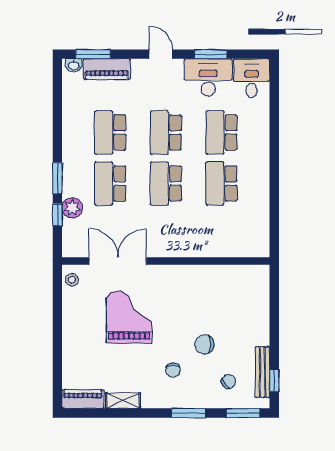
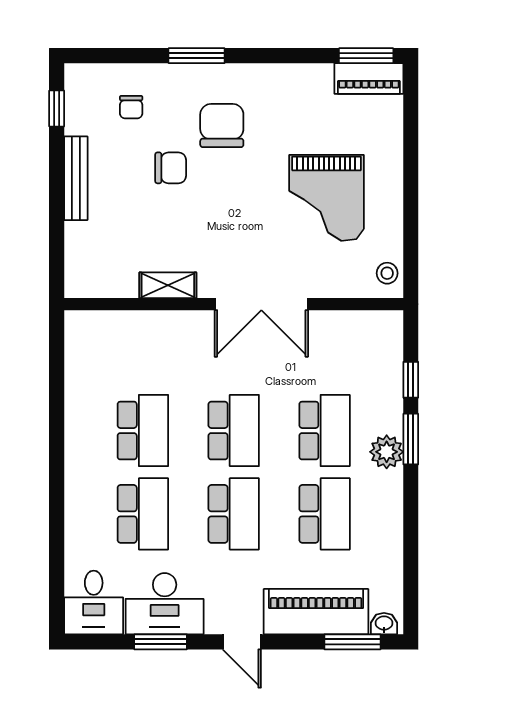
piano: (107, 69) -> (316, 612), width x1.37, depth x1.33
plant: (72, 208) -> (387, 452), moved
double door: (118, 261) -> (261, 304), moved
grand piano: (129, 317) -> (326, 198), moved
chair: (173, 370) -> (222, 126), width x1.87, depth x1.87
bench: (262, 372) -> (76, 178), moved
chair: (229, 382) -> (131, 107), turned -55
shelving: (123, 401) -> (168, 285), moved
window: (243, 413) -> (366, 56), moved

